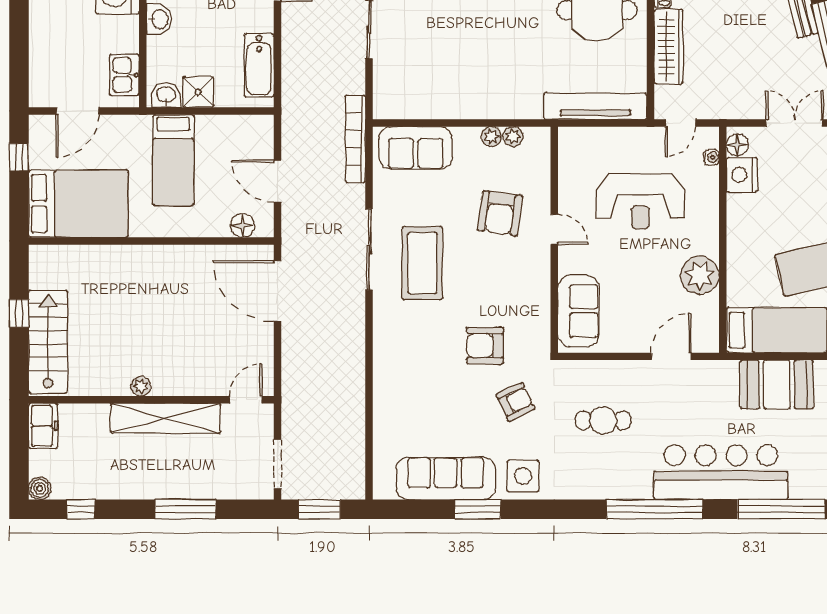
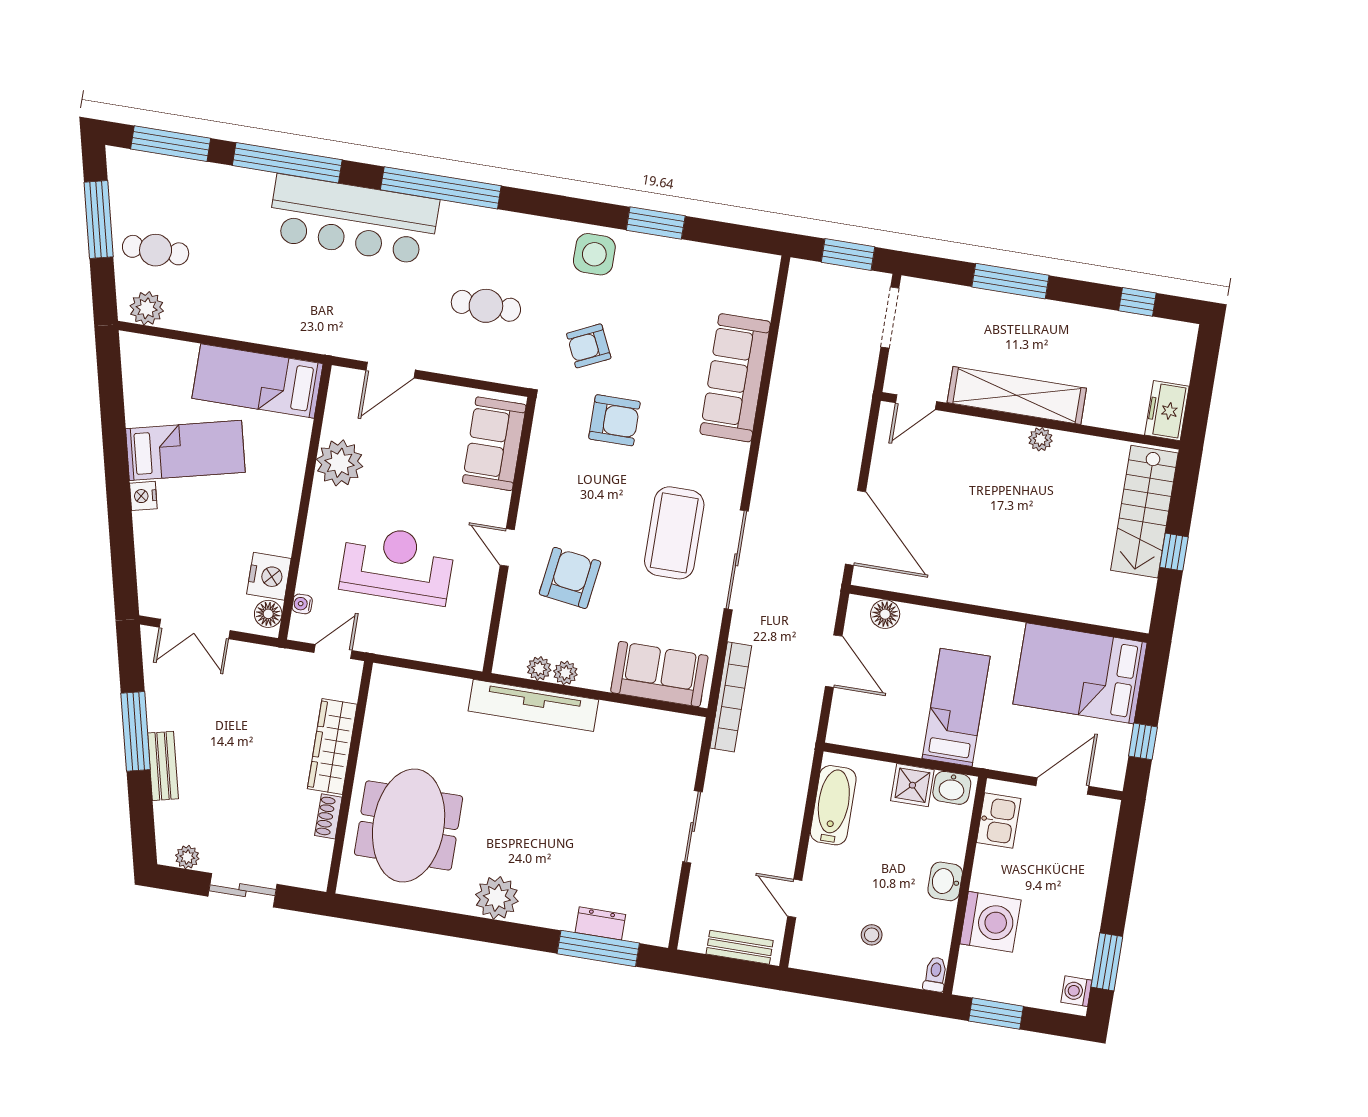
tv unit: (595, 106) -> (533, 705), moved
booth: (777, 384) -> (268, 315), removed
sofa: (446, 478) -> (735, 378), moved, turned 90
boiler: (40, 488) -> (1184, 335), removed

